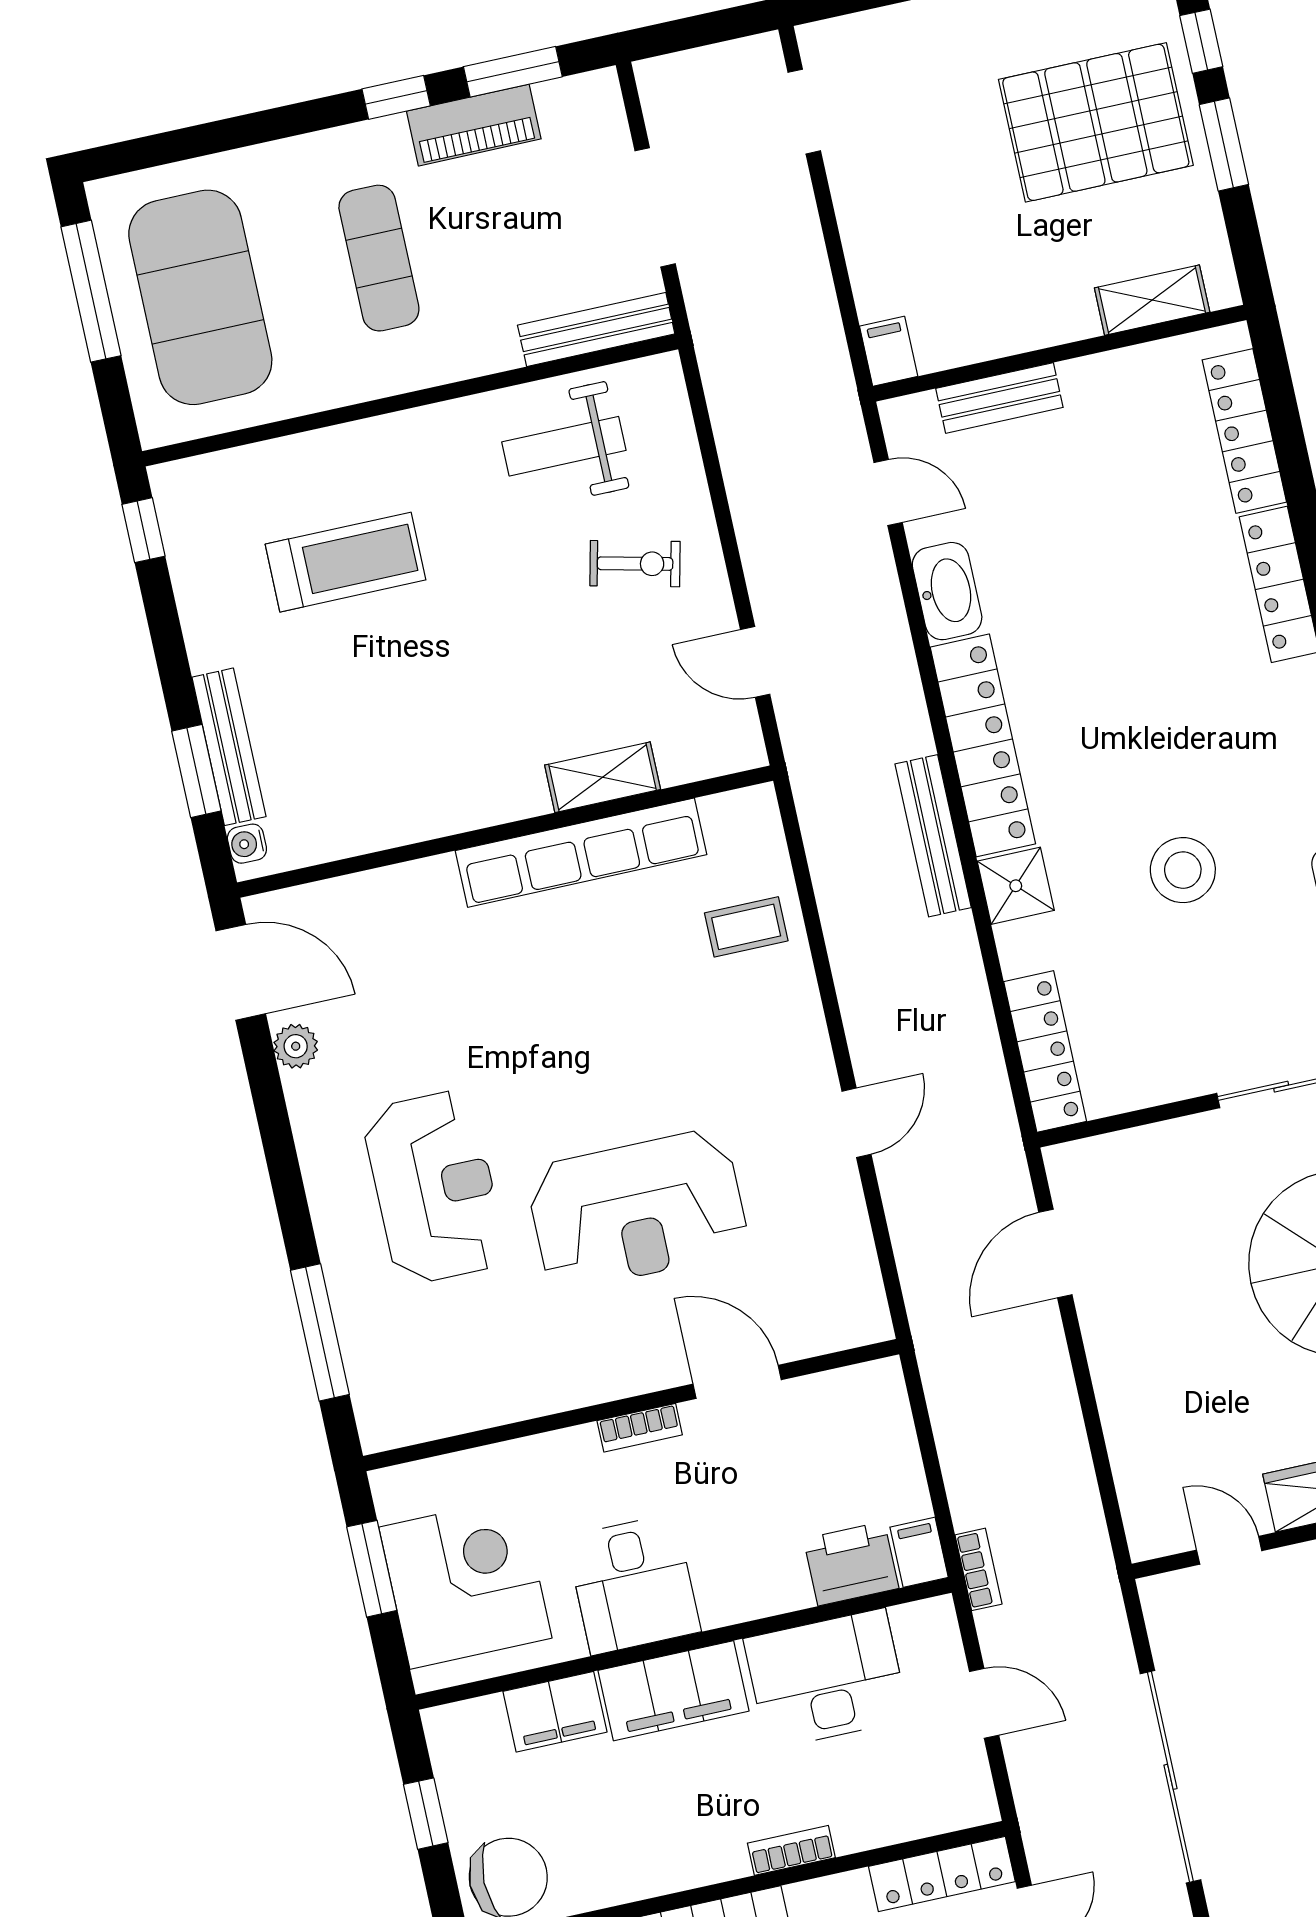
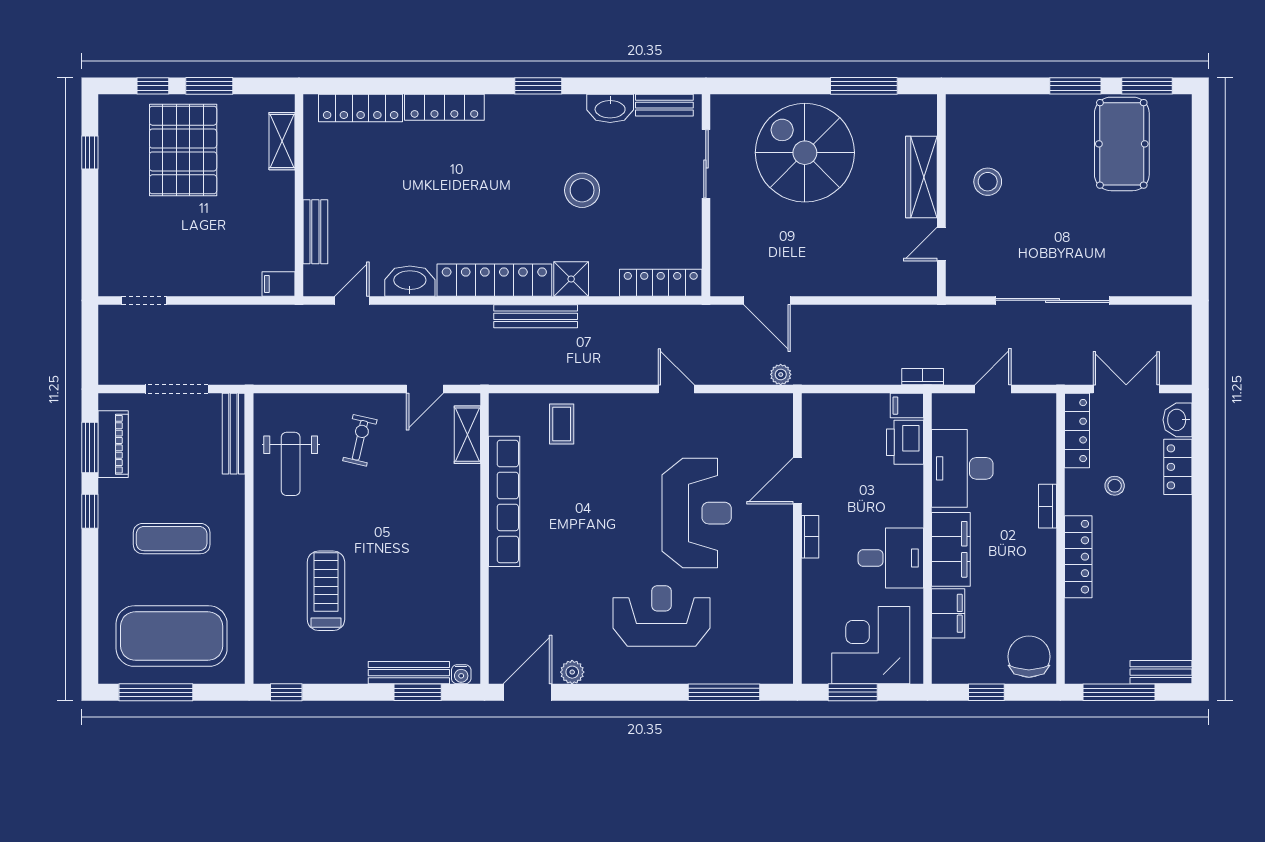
piano: (474, 125) -> (113, 444), moved
shelving: (603, 777) -> (467, 435), moved
plant: (925, 1308) -> (781, 374), added

